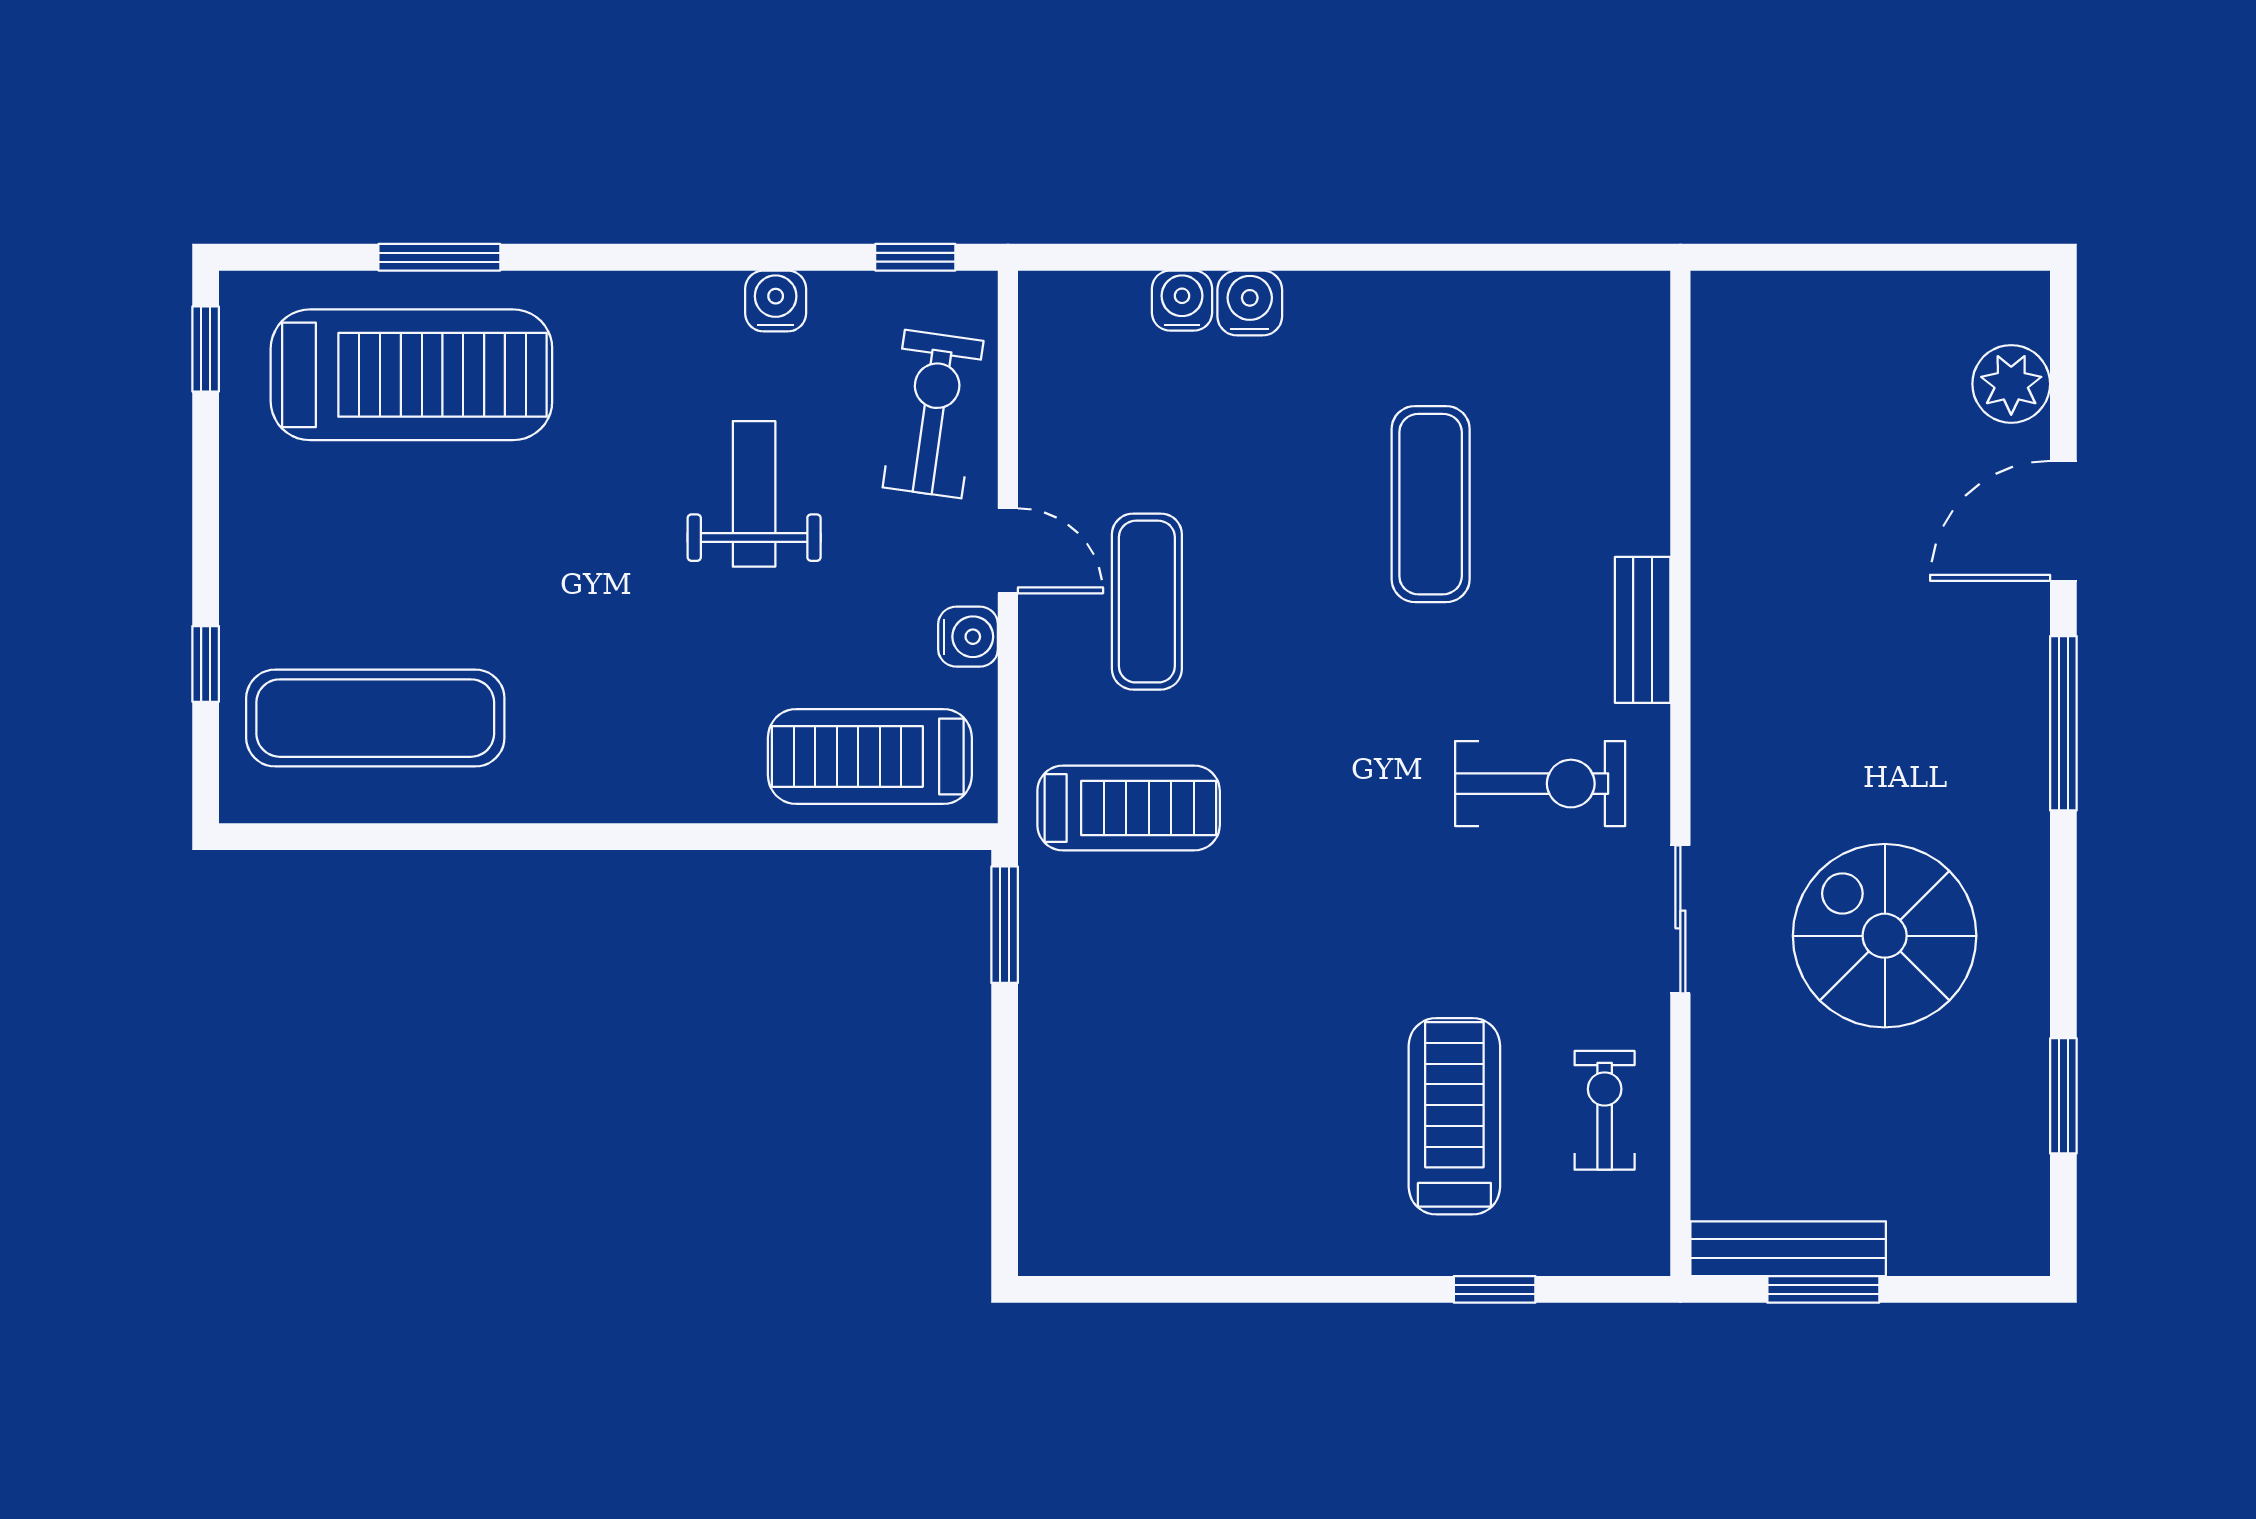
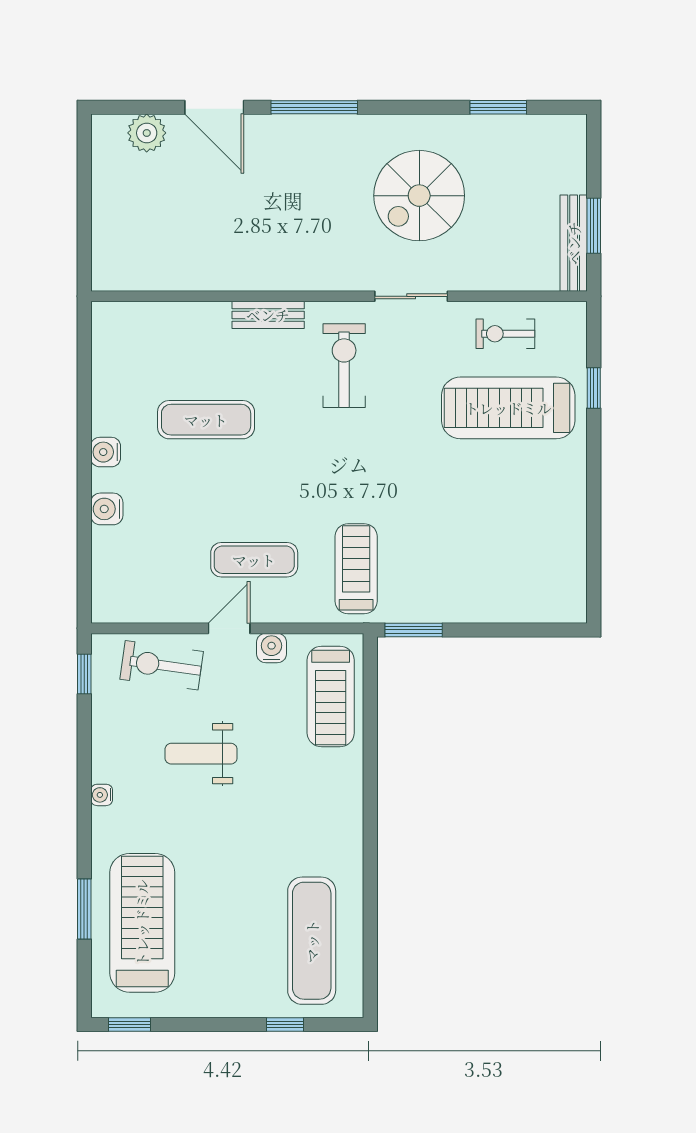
water cooler: (776, 301) -> (102, 795), moved, width x0.72, depth x0.72
water cooler: (1182, 301) -> (106, 452), moved
treadmill: (1454, 1116) -> (508, 408), width x1.37, depth x1.38

